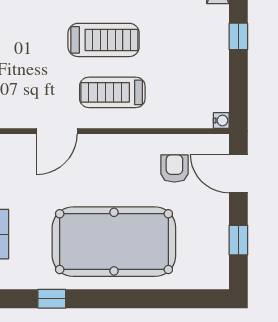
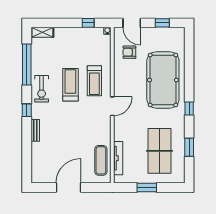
window: (238, 36) -> (88, 23), moved
door: (57, 131) -> (112, 106), hinge flipped
door: (238, 174) -> (132, 23), hinge flipped

